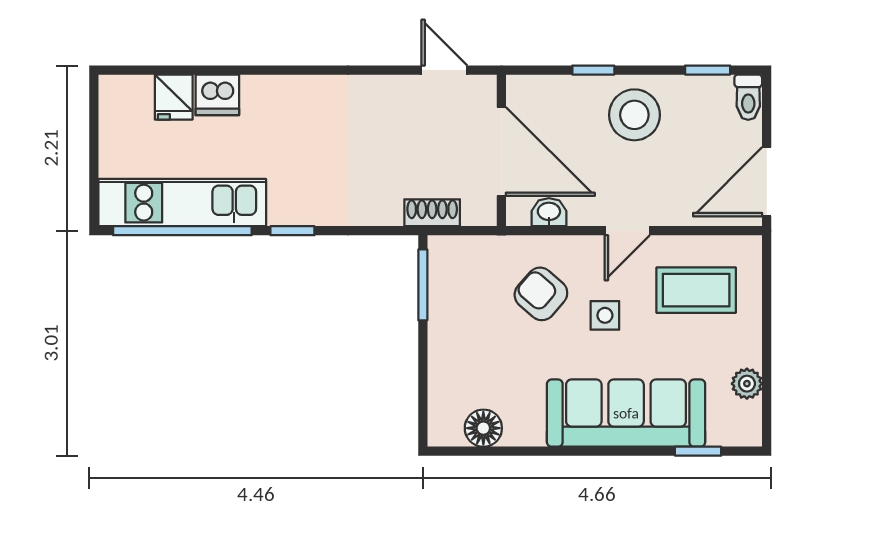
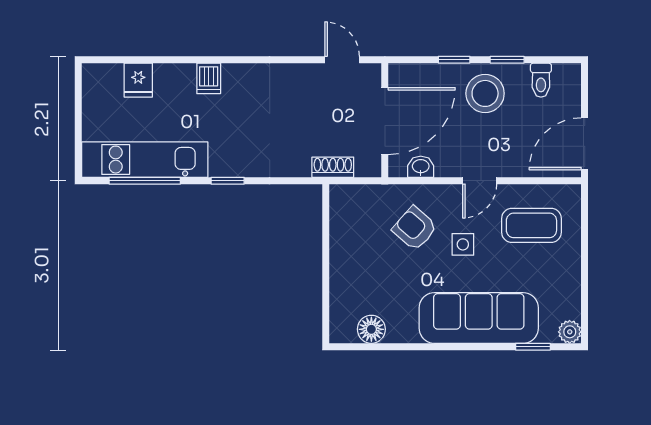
window: (708, 70) -> (507, 60), moved
dishwasher: (217, 95) -> (209, 78), moved, width x0.73
toilet: (748, 97) -> (541, 80), moved
door: (501, 151) -> (385, 121), hinge flipped
window: (182, 231) -> (145, 181), width x0.68
window: (423, 285) -> (326, 221), removed
plant: (747, 384) -> (570, 332), moved

